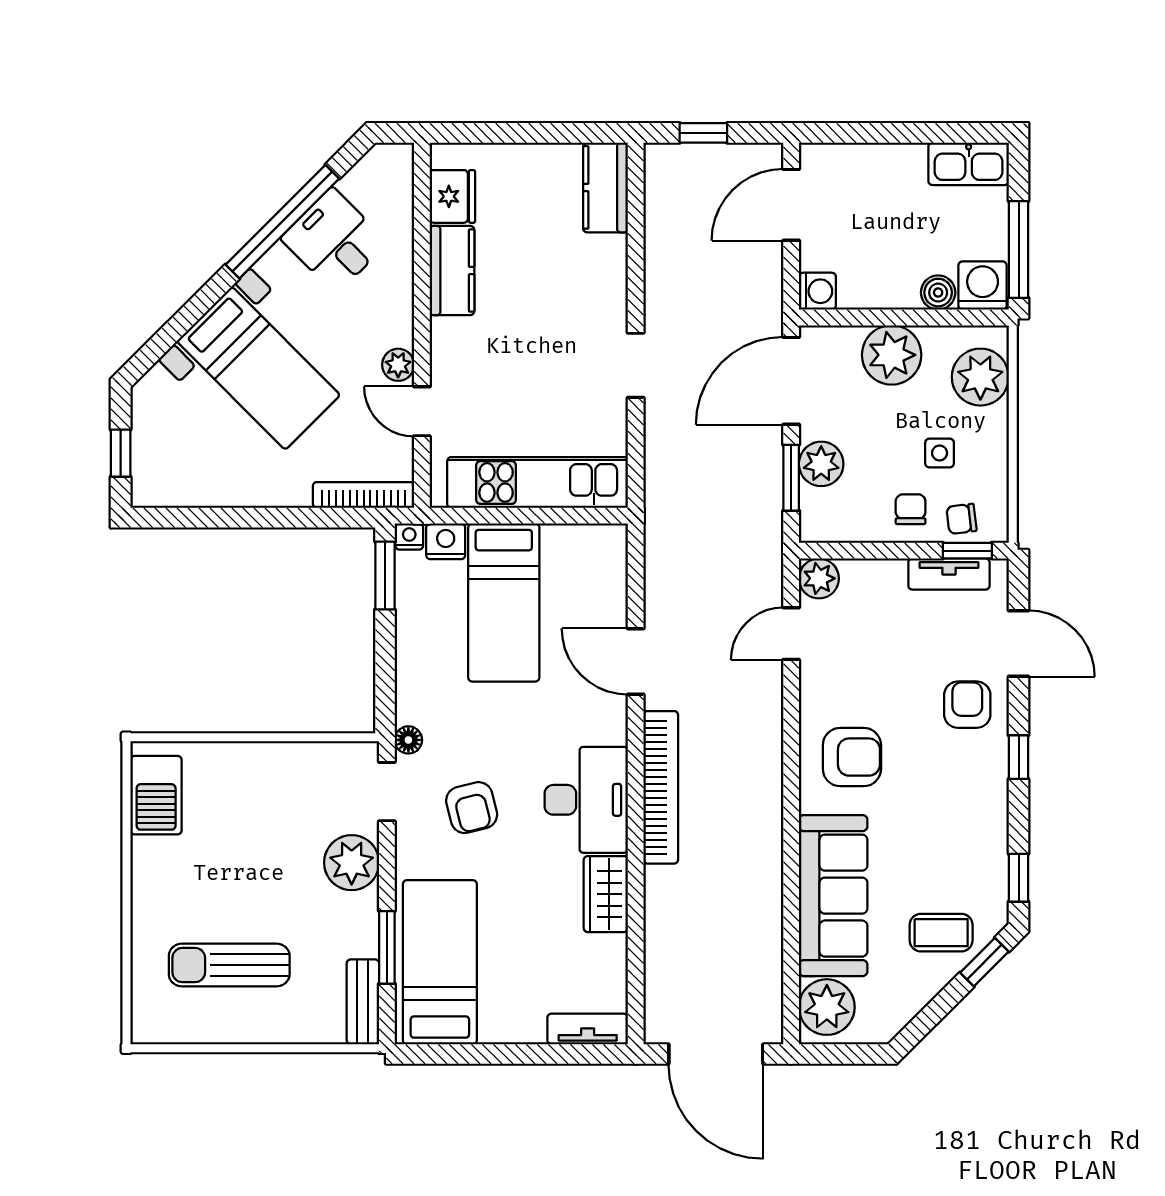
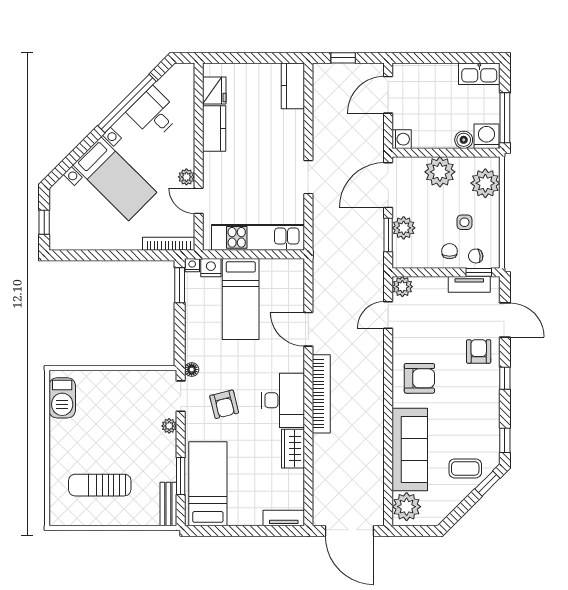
plant: (352, 863) -> (169, 426), width x0.53, depth x0.53

